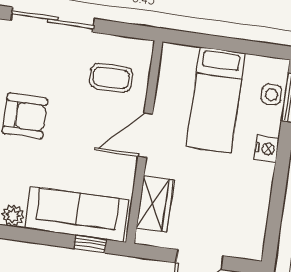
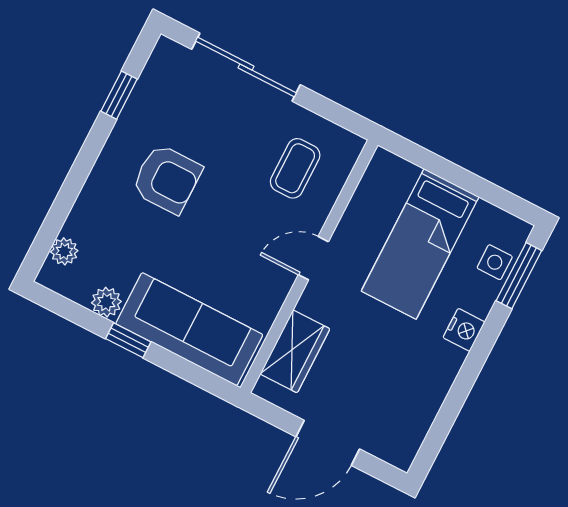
coffee table: (111, 78) -> (295, 168), turned 90
door: (145, 135) -> (313, 258), width x0.73
window: (90, 244) -> (128, 340), moved

